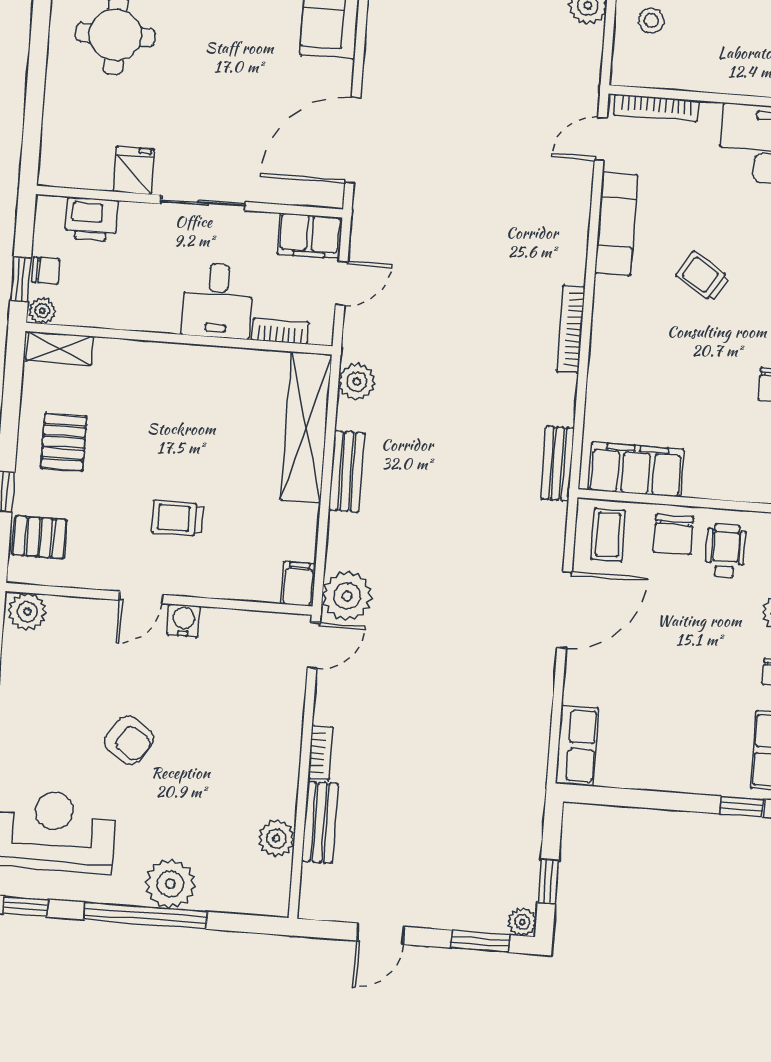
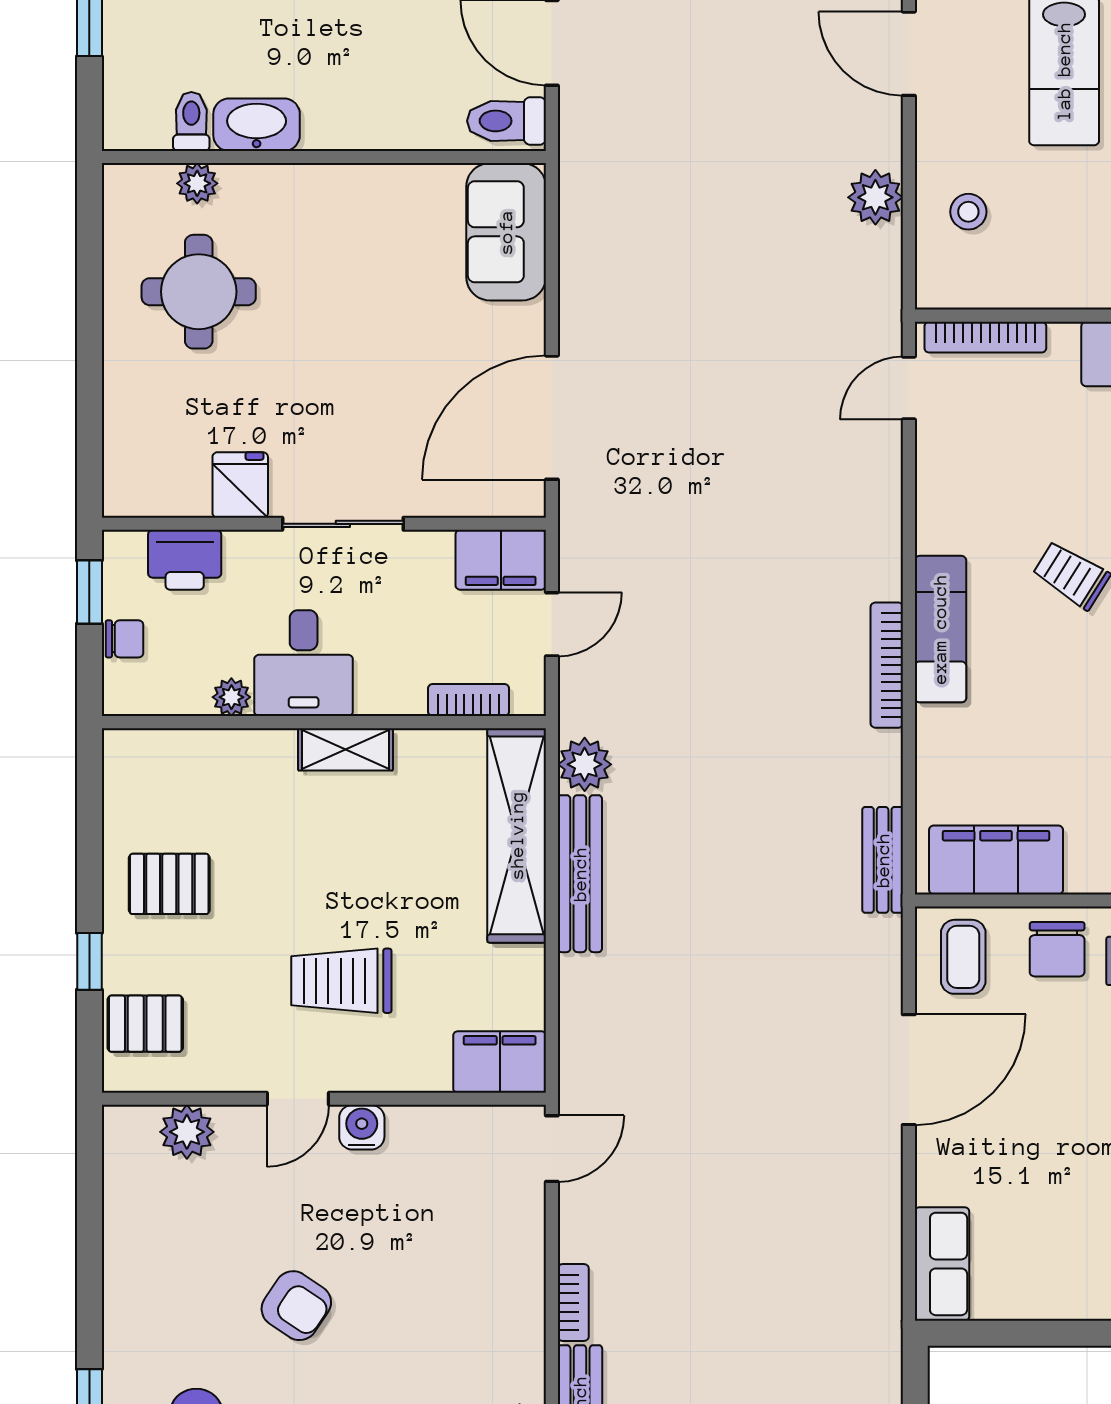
exam couch: (616, 224) -> (940, 629), moved
window: (21, 279) -> (89, 592), moved
desk: (217, 301) -> (304, 663), moved
plant: (42, 311) -> (231, 697), moved
shelving: (60, 348) -> (345, 749), moved
pallet: (64, 442) -> (169, 884), turned 90
bench: (347, 471) -> (580, 874), width x1.36
trolley: (177, 518) -> (341, 981), width x1.36, depth x1.39
filing cabinet: (298, 584) -> (500, 1062), width x2.00
plant: (347, 596) -> (594, 1074), removed
plant: (27, 612) -> (187, 1132), moved

